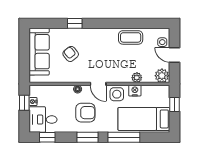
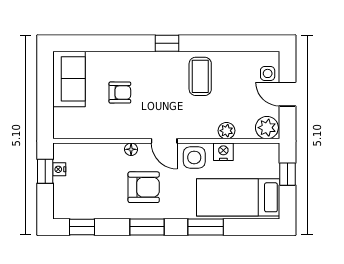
window: (75, 23) -> (167, 43), moved
coffee table: (131, 37) -> (200, 76), moved, turned 90
sofa: (39, 52) -> (69, 79), width x0.73
armchair: (71, 54) -> (120, 93), turned 129
desk: (43, 120) -> (75, 198), removed
window: (124, 137) -> (206, 227), width x0.69

